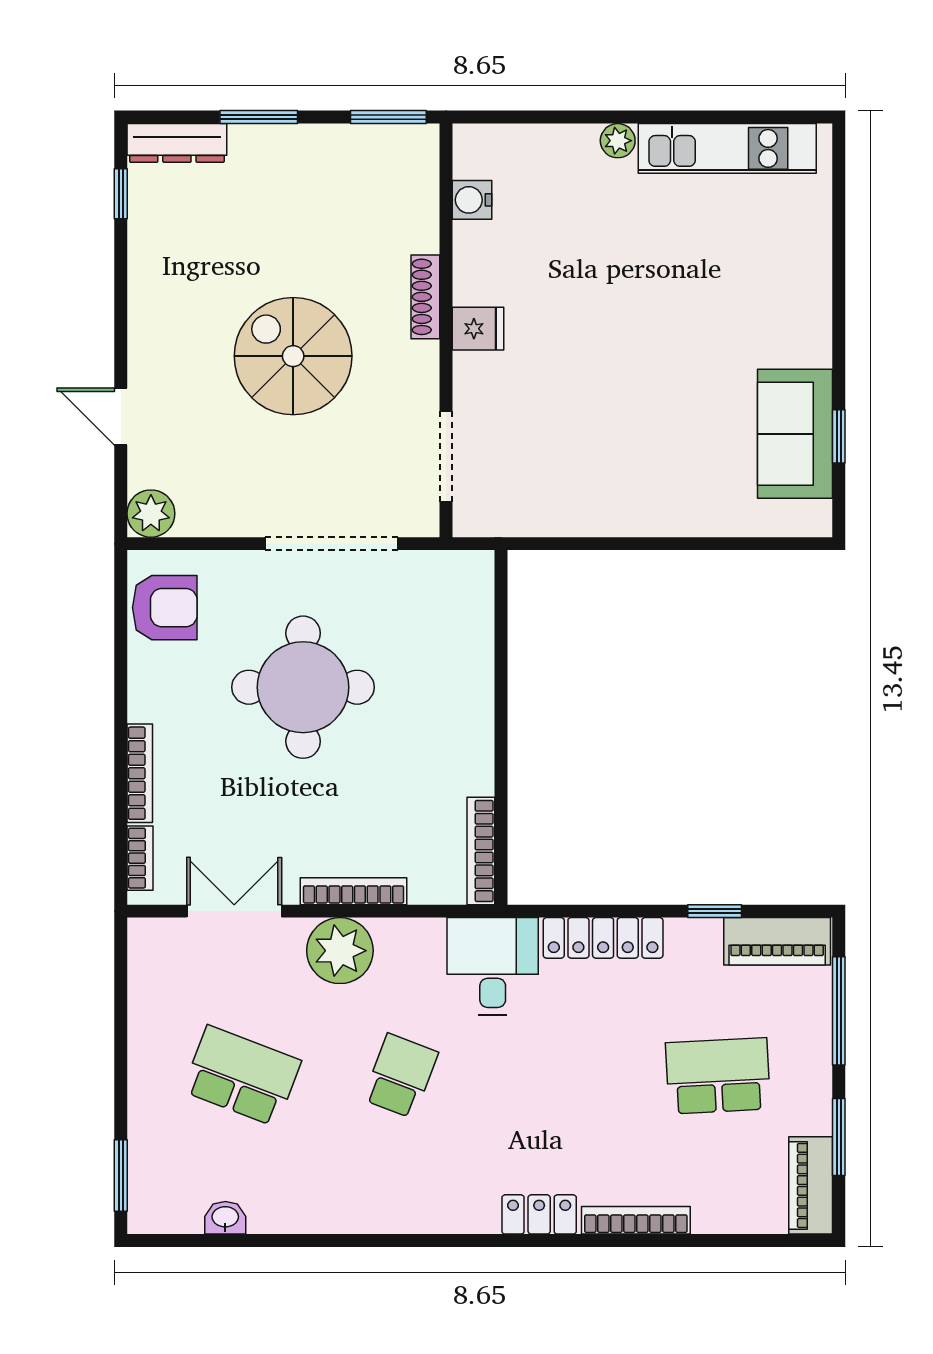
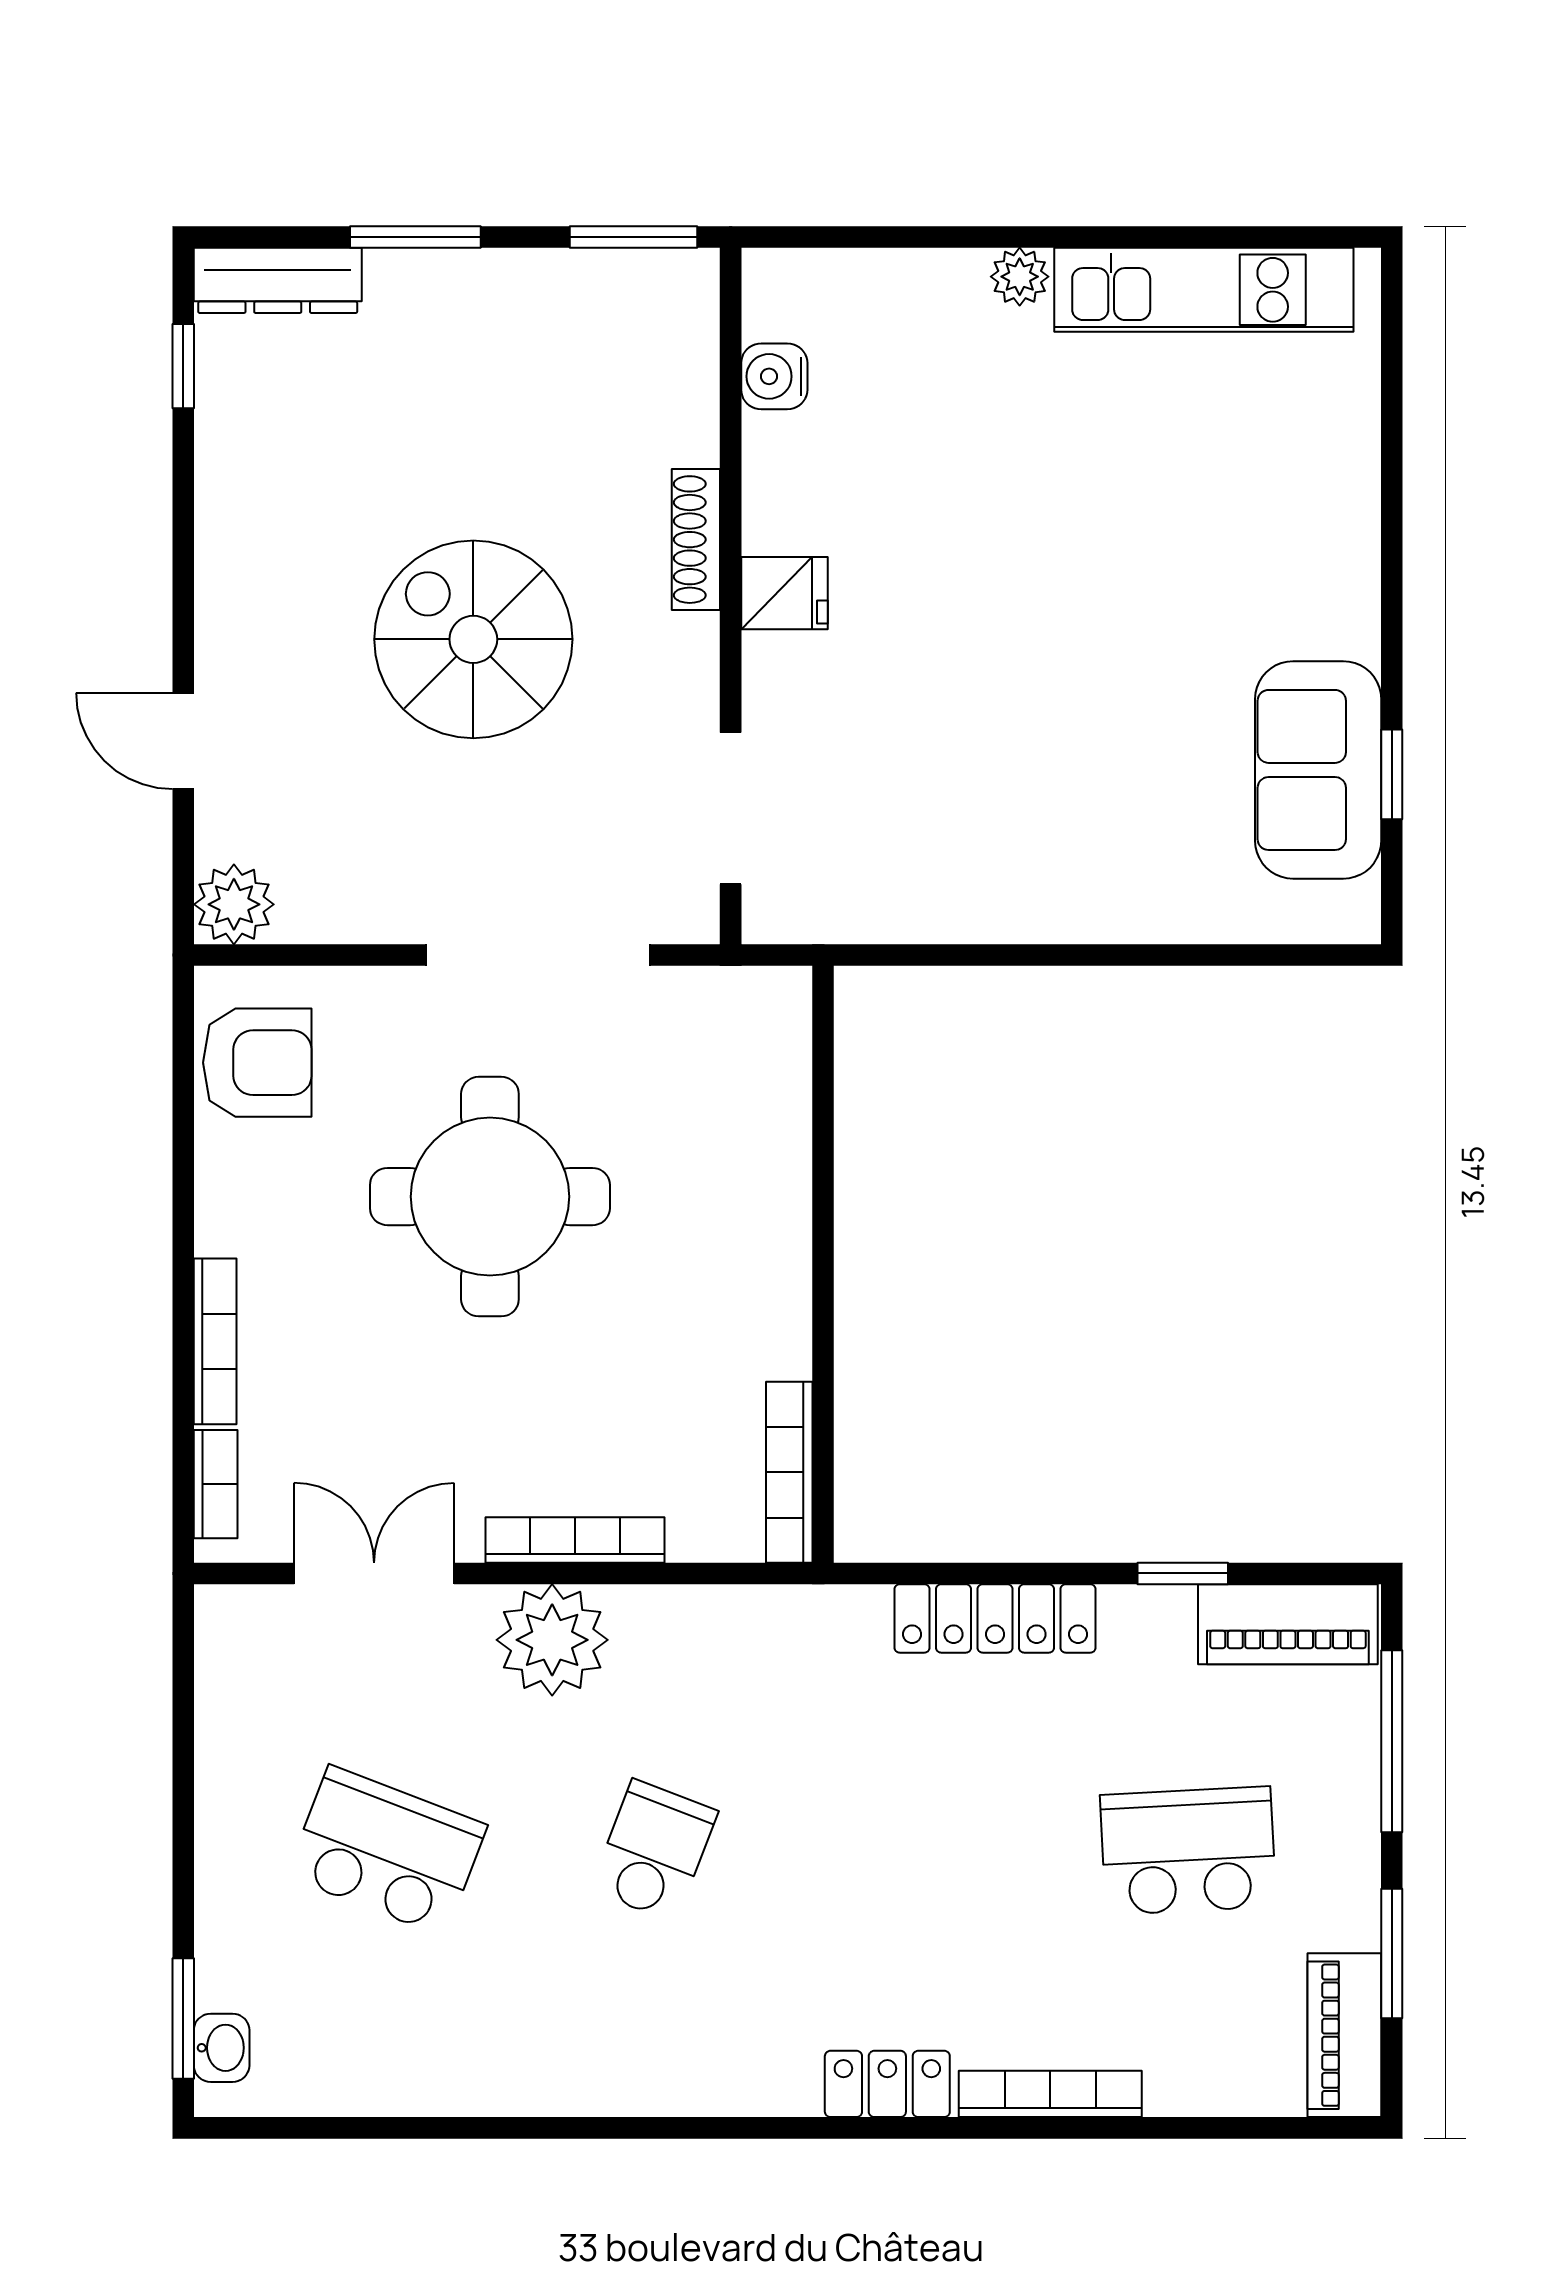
desk: (493, 966) -> (809, 1667), removed
washbasin: (225, 1218) -> (222, 2048), moved, turned 90

